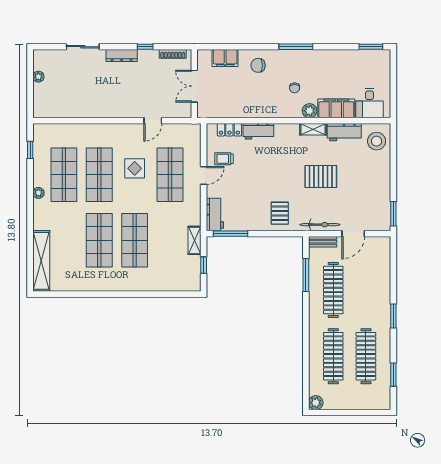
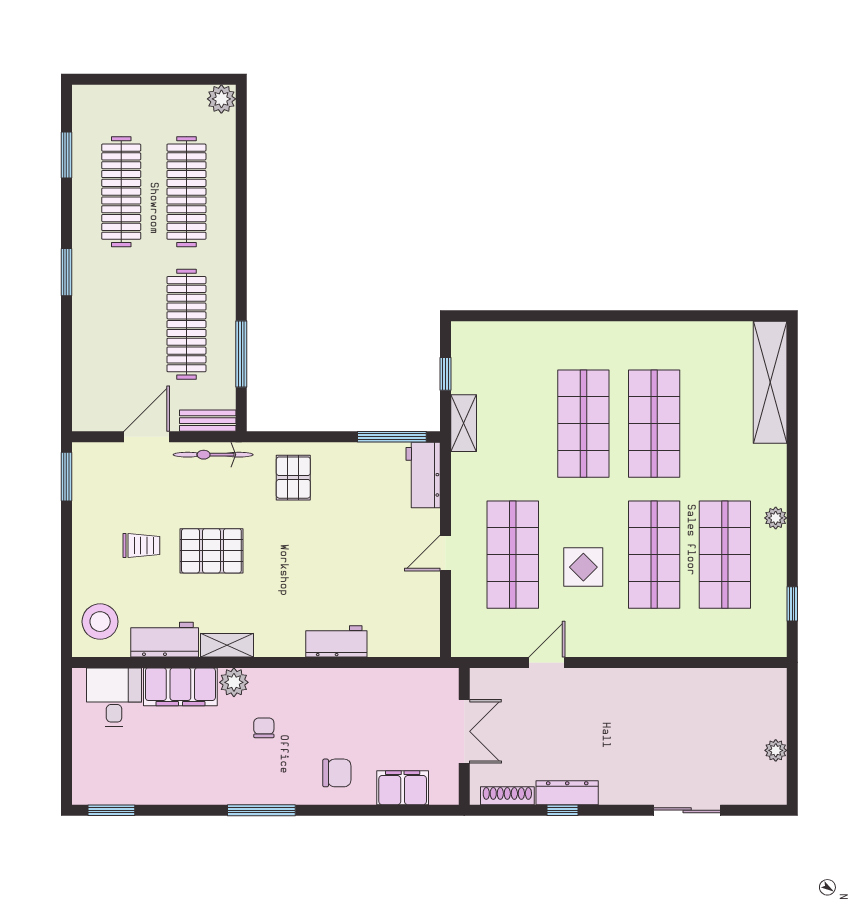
dresser: (122, 55) -> (567, 793), moved
locker: (229, 130) -> (394, 644), removed
trolley: (224, 159) -> (141, 545), moved

